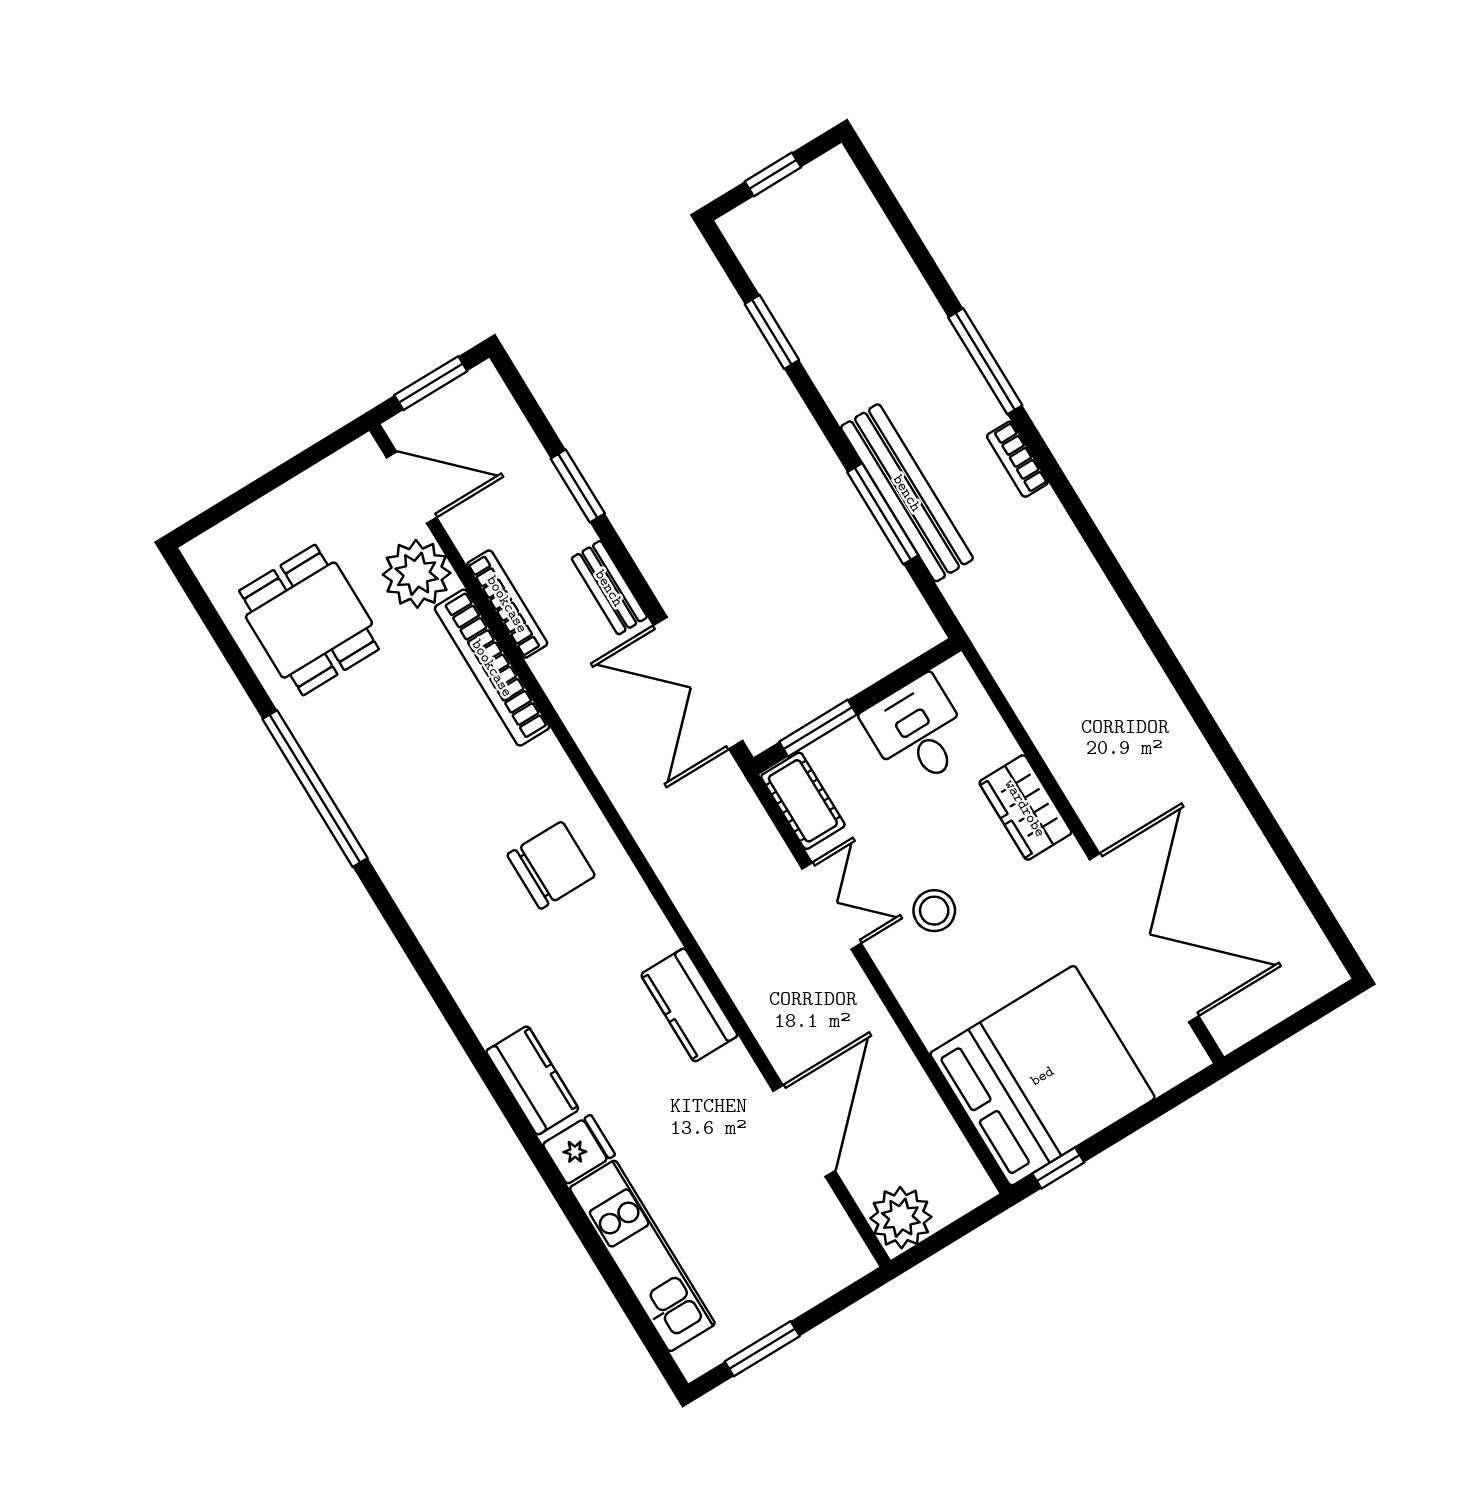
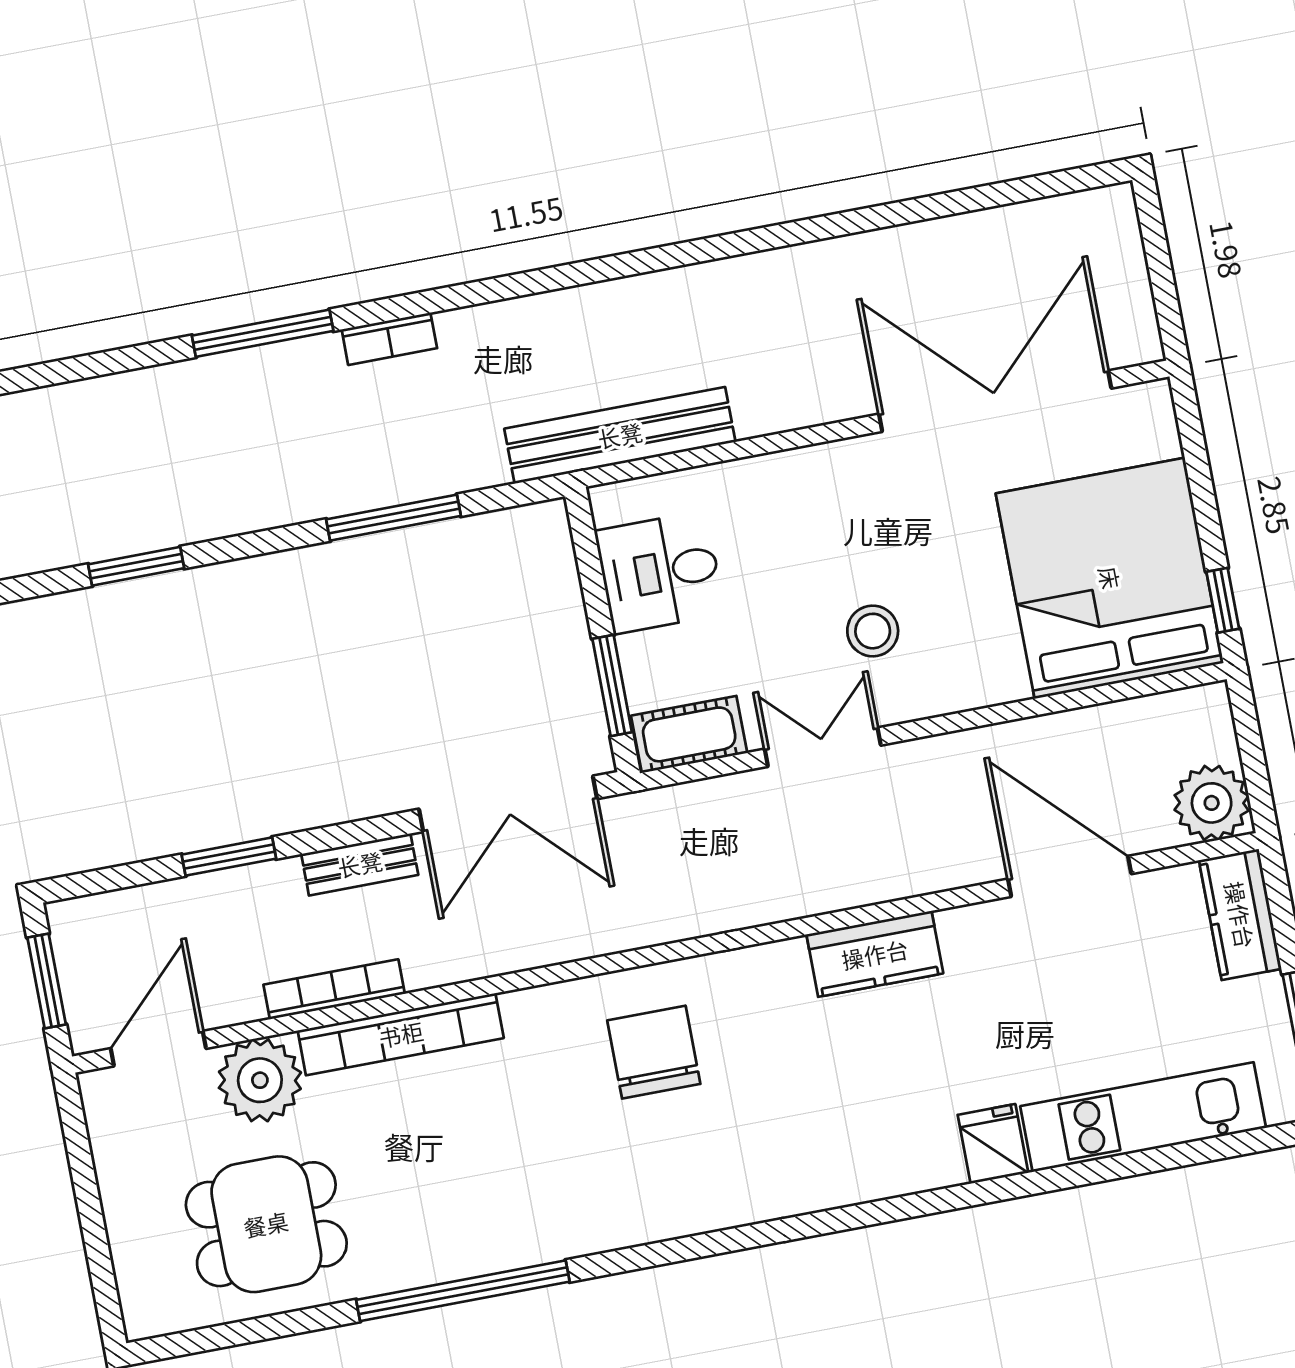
bench: (907, 493) -> (620, 435), moved
wardrobe: (1025, 808) -> (794, 481), removed
kitchen counter: (532, 1080) -> (1240, 915), moved, turned -90

